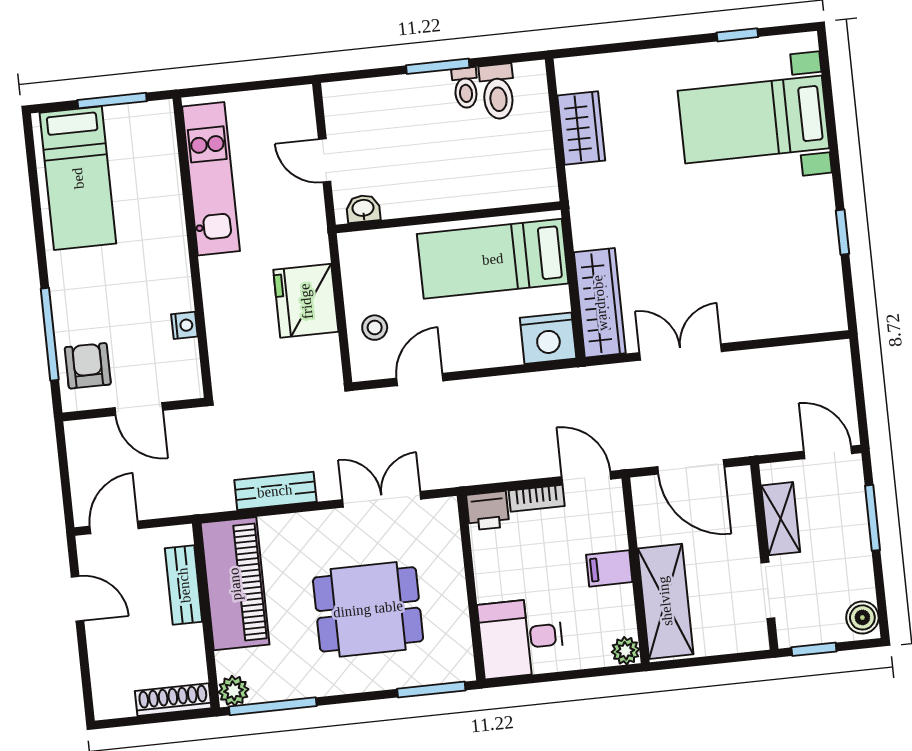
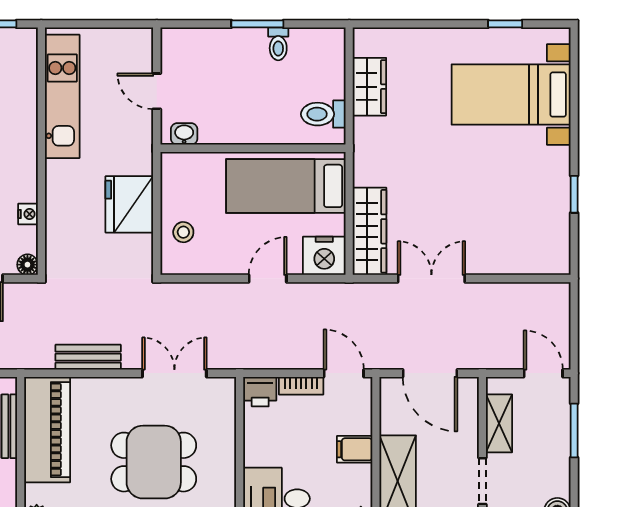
toilet: (498, 92) -> (323, 114), moved, turned 90
door: (420, 379) -> (268, 278), moved
floor lamp: (190, 387) -> (27, 265), added

